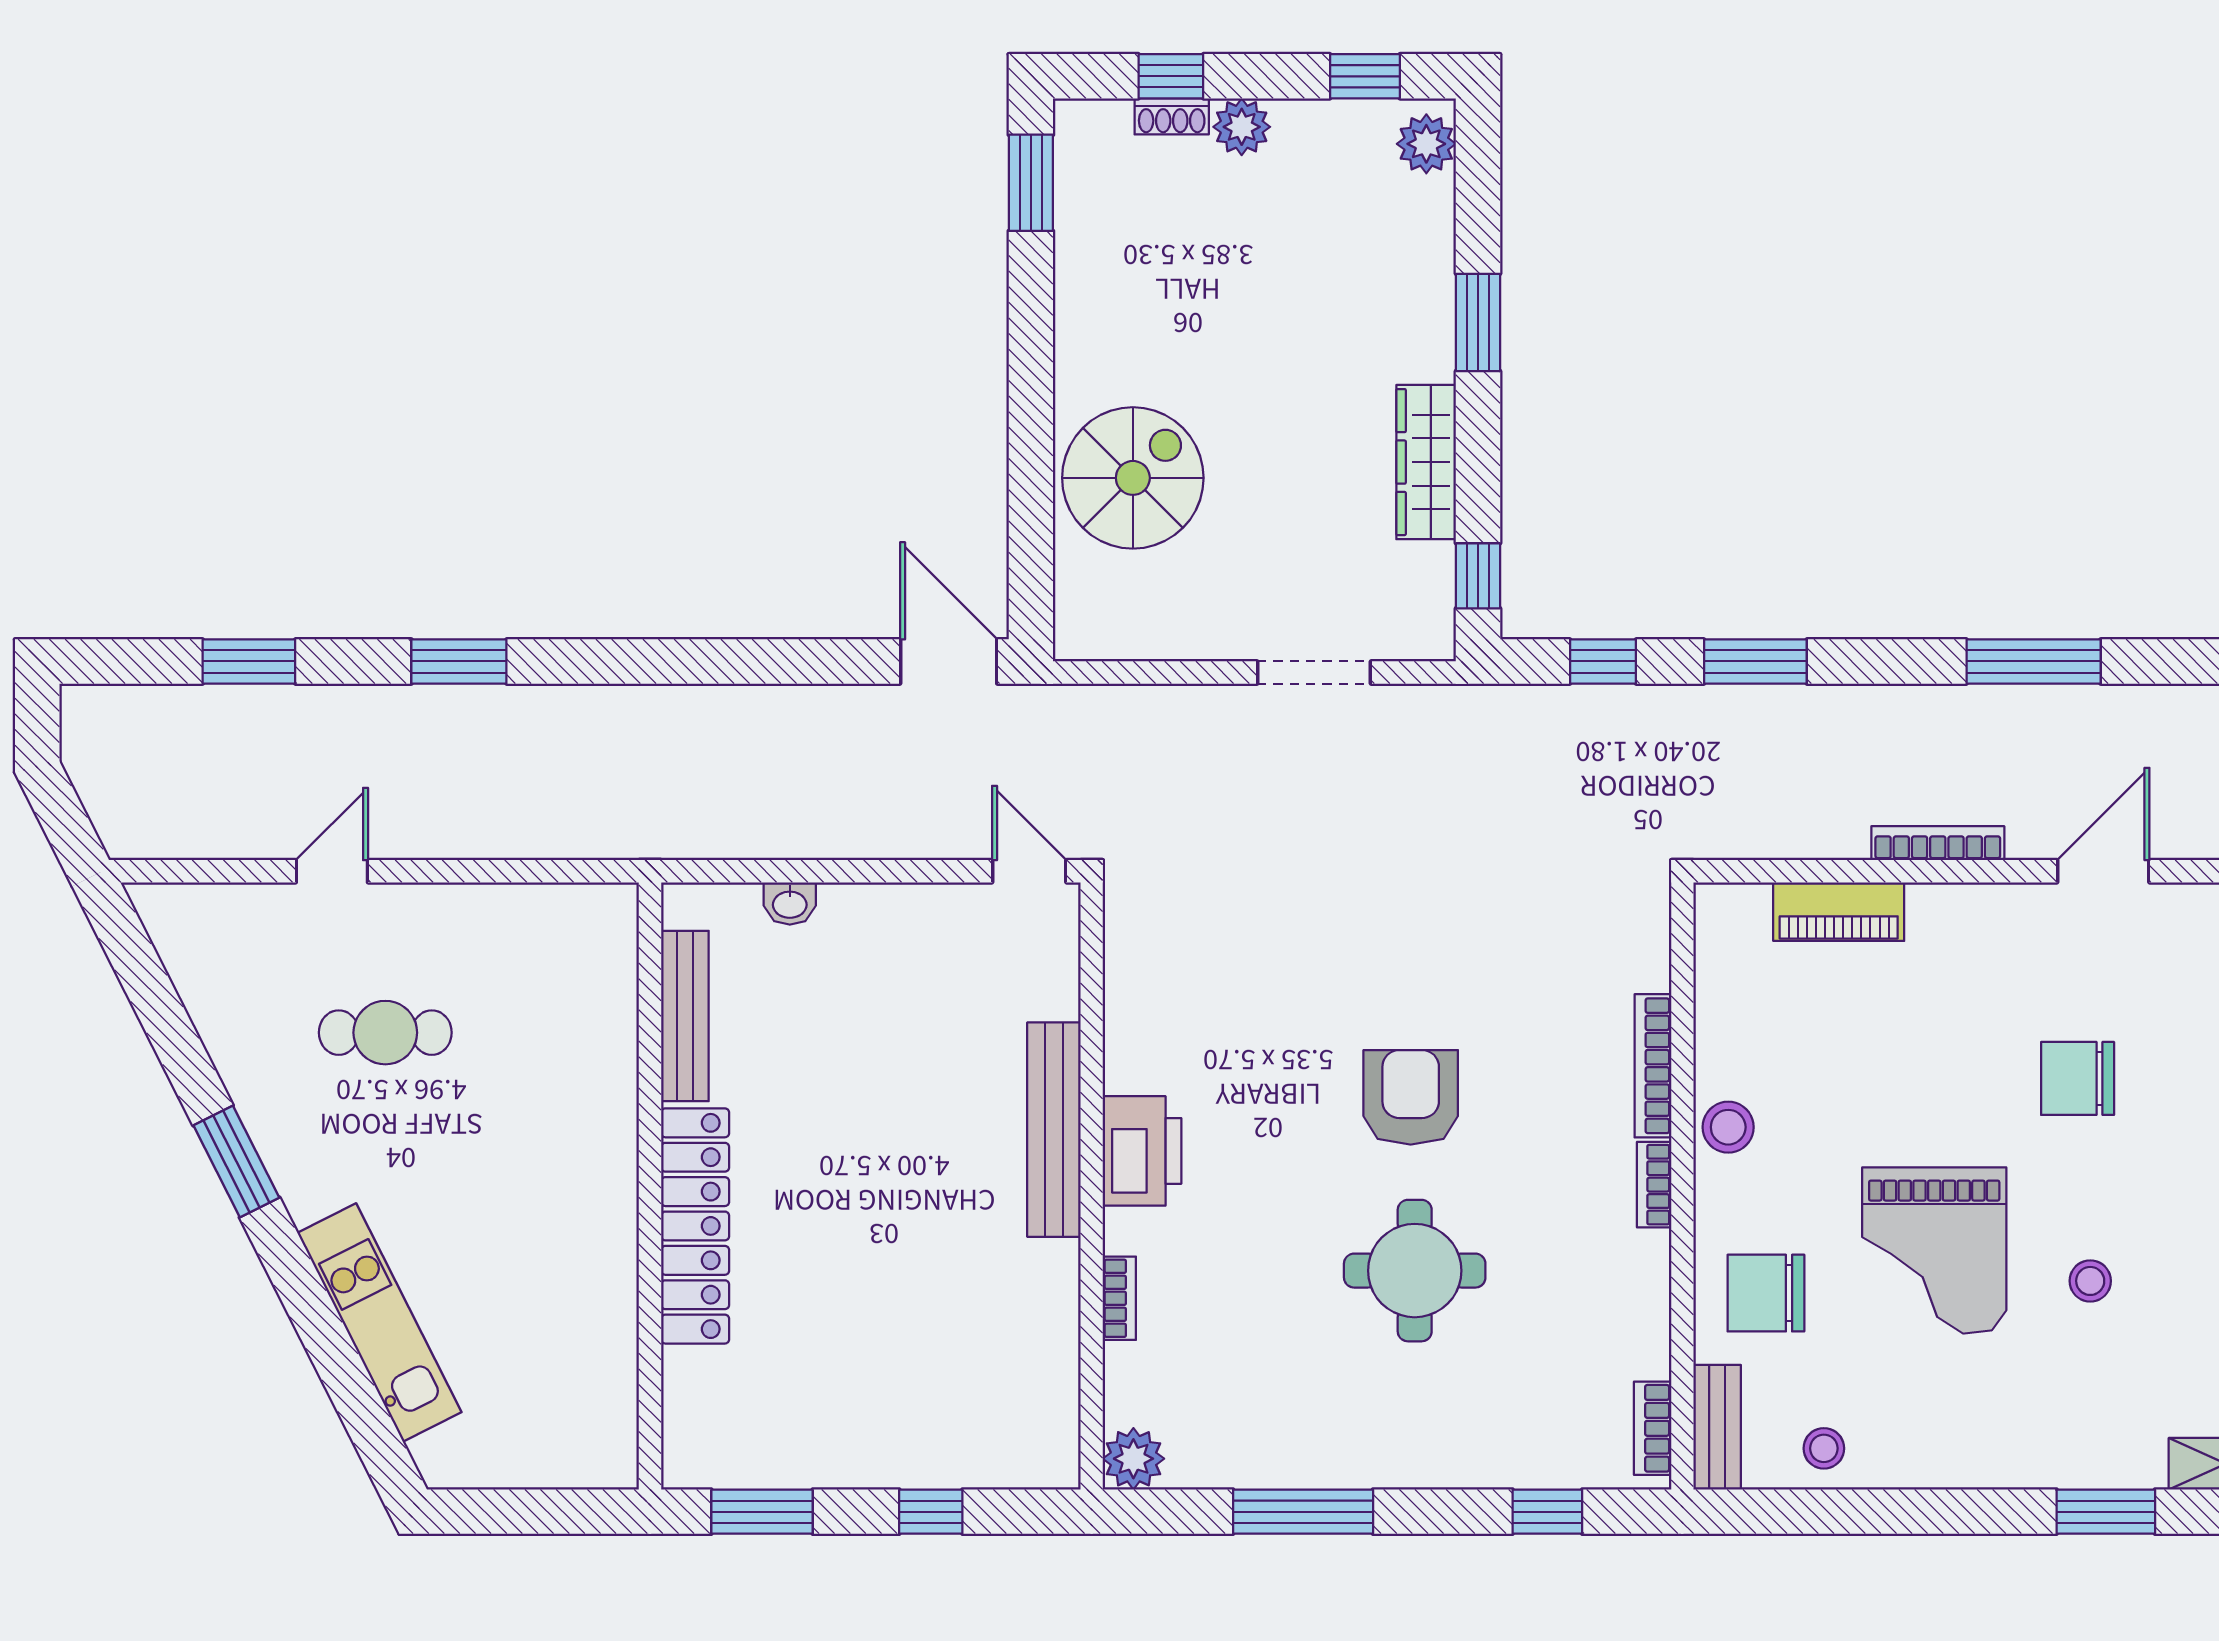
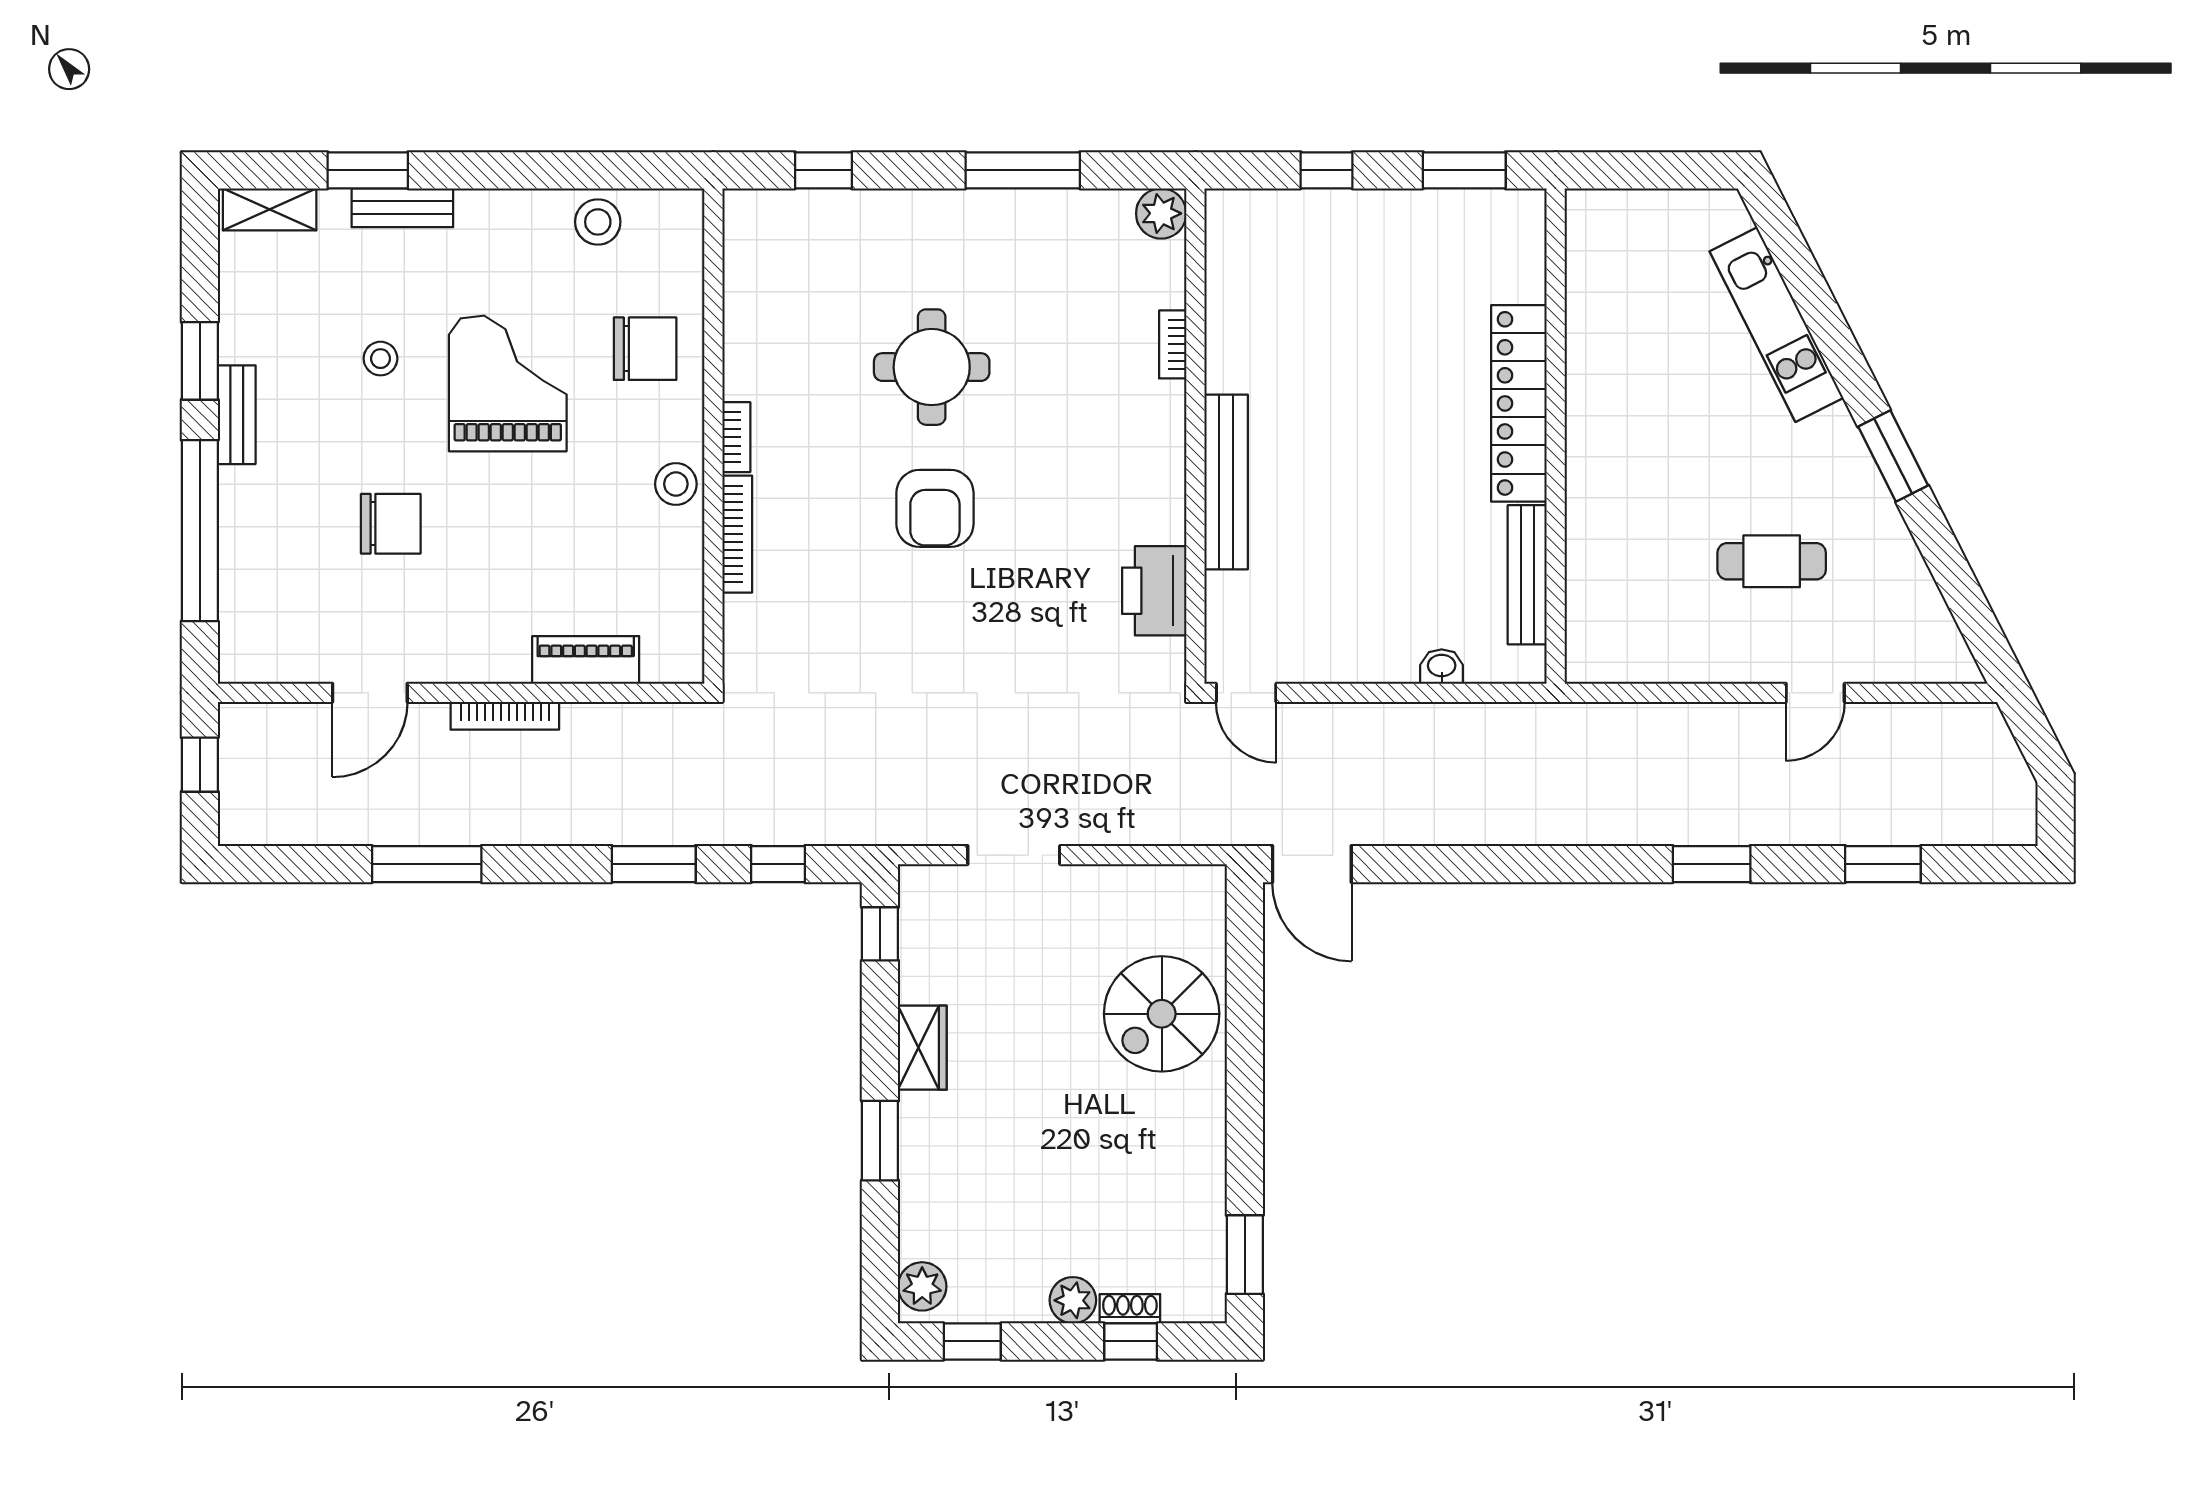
wardrobe: (1426, 462) -> (922, 1048), width x0.67
printer: (1142, 1151) -> (1154, 591), moved
bench: (1717, 1427) -> (402, 208), moved, turned 90
bookcase: (1653, 1428) -> (738, 238), removed
stool: (1824, 1448) -> (598, 222), width x1.37, depth x1.37

